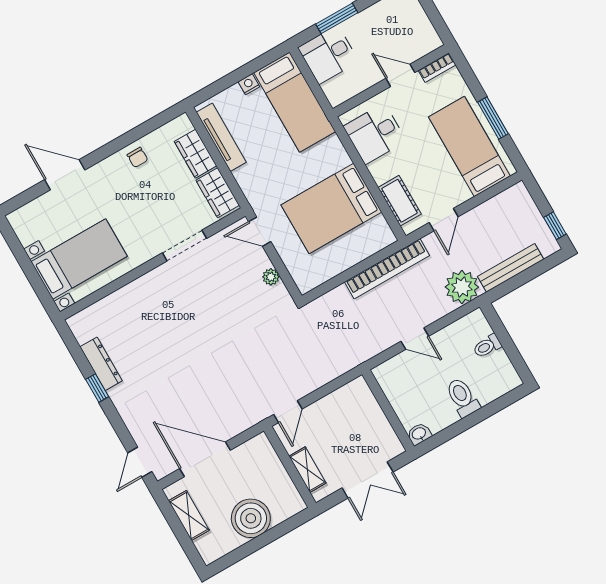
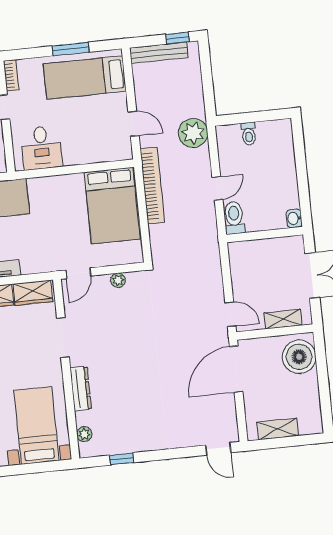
cot: (400, 201) -> (103, 152), removed
bed: (331, 208) -> (112, 206), moved
bench: (511, 268) -> (159, 53), moved, turned 90
plant: (92, 314) -> (84, 434), added
dresser: (101, 364) -> (81, 389), moved, turned 90
window: (97, 388) -> (122, 459), moved
toilet: (462, 397) -> (234, 218), moved, turned 90
door: (205, 459) -> (236, 369), moved
boiler: (251, 518) -> (299, 357), moved

